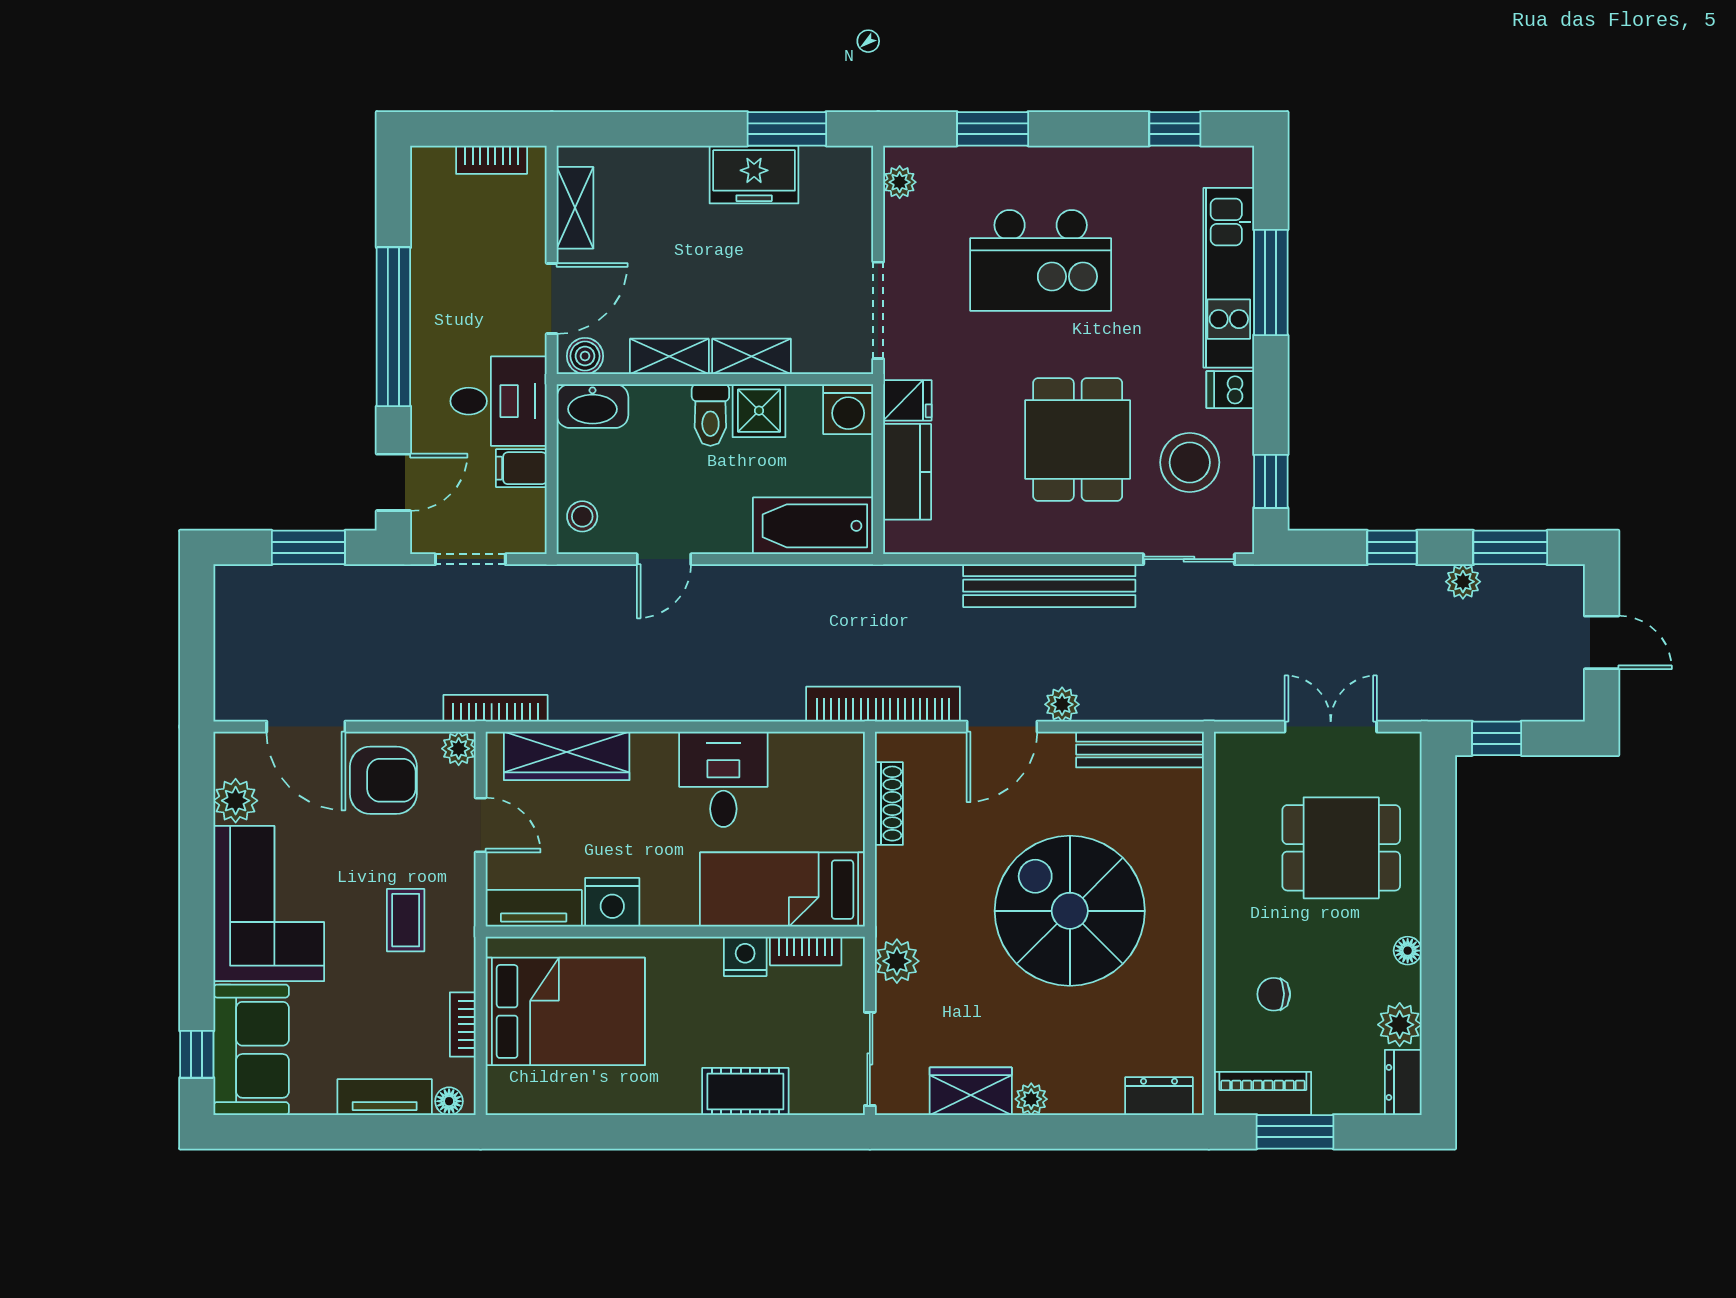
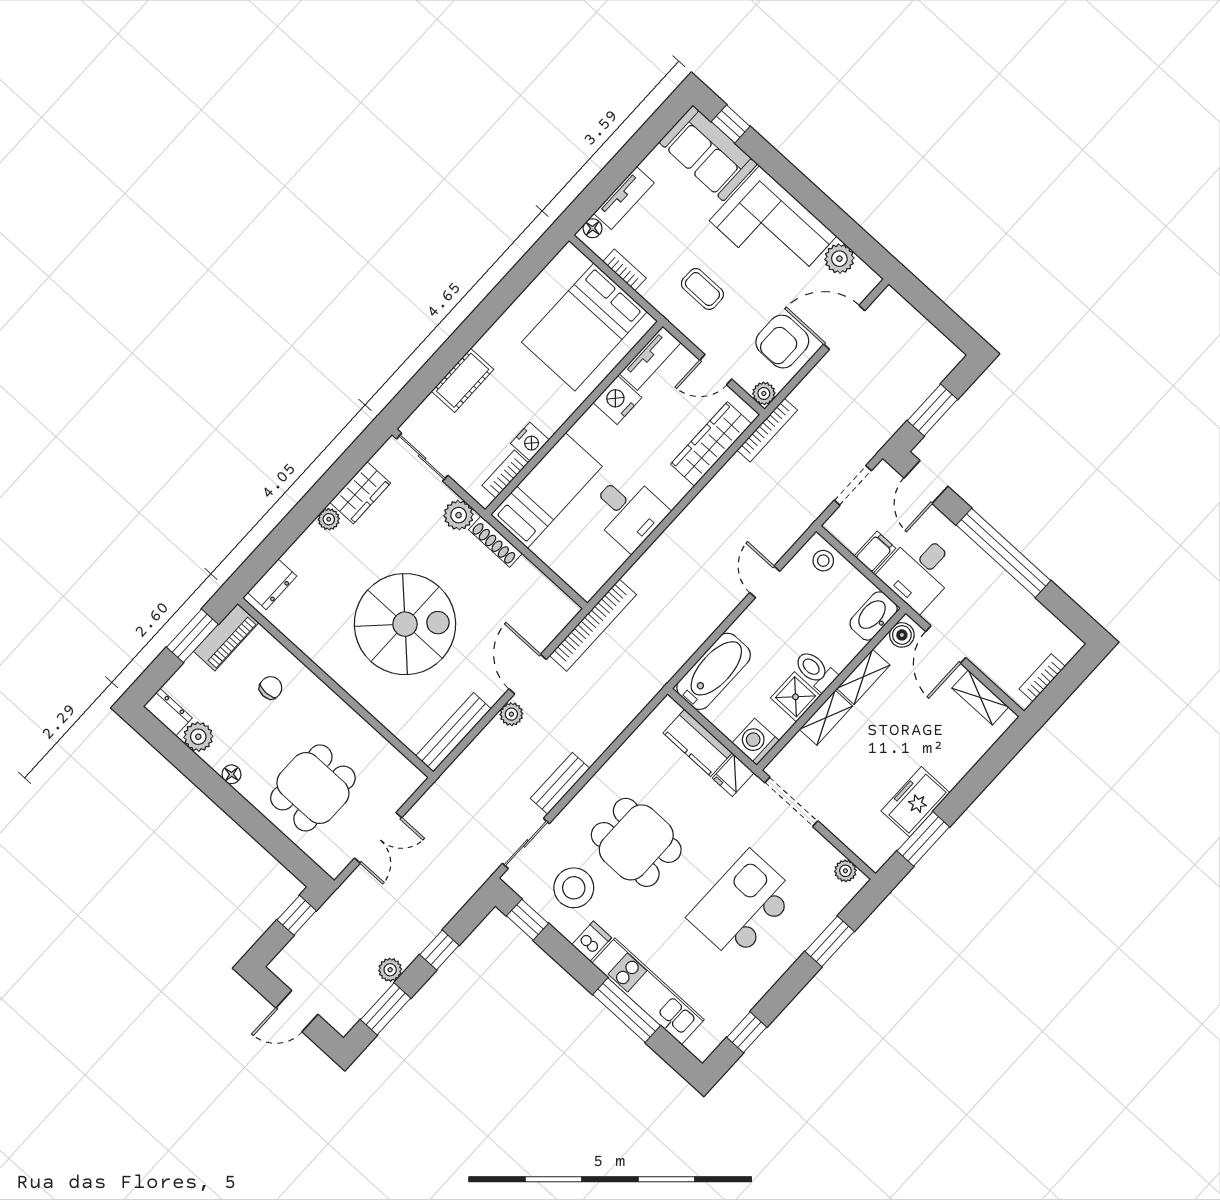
bench: (1049, 586) -> (560, 783), width x0.54, depth x0.82
shoe rack: (889, 804) -> (495, 542), moved

